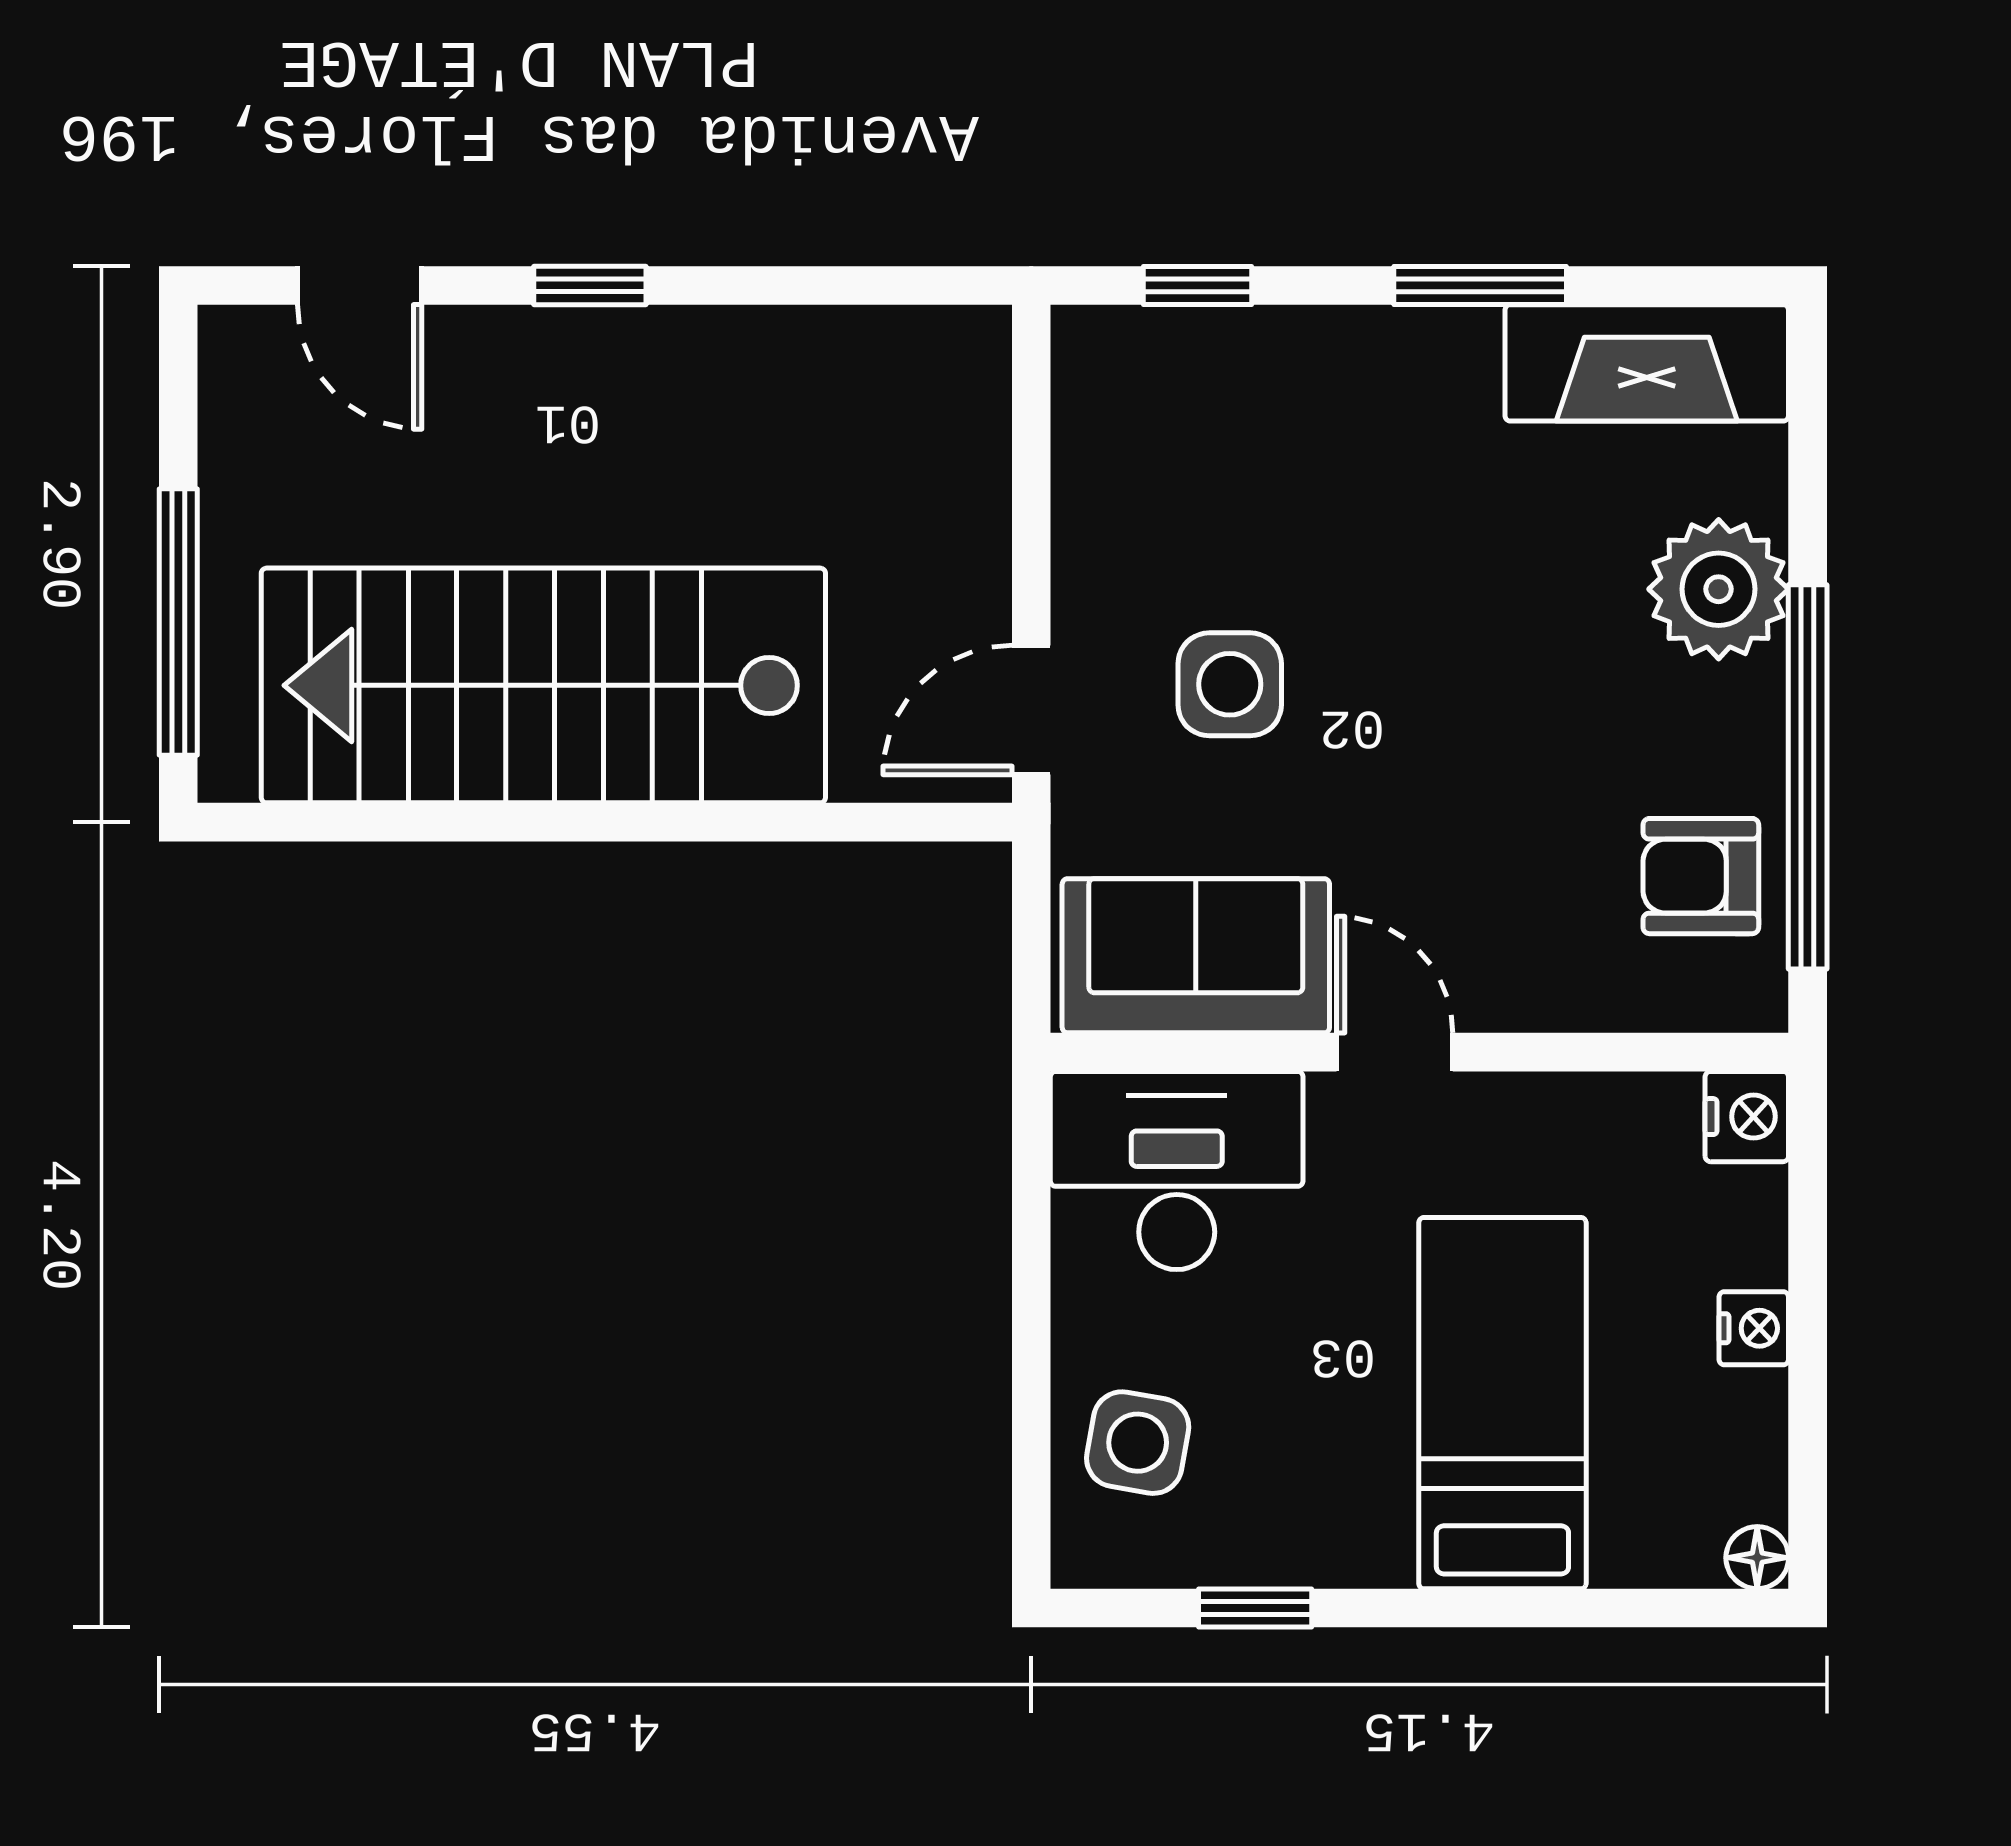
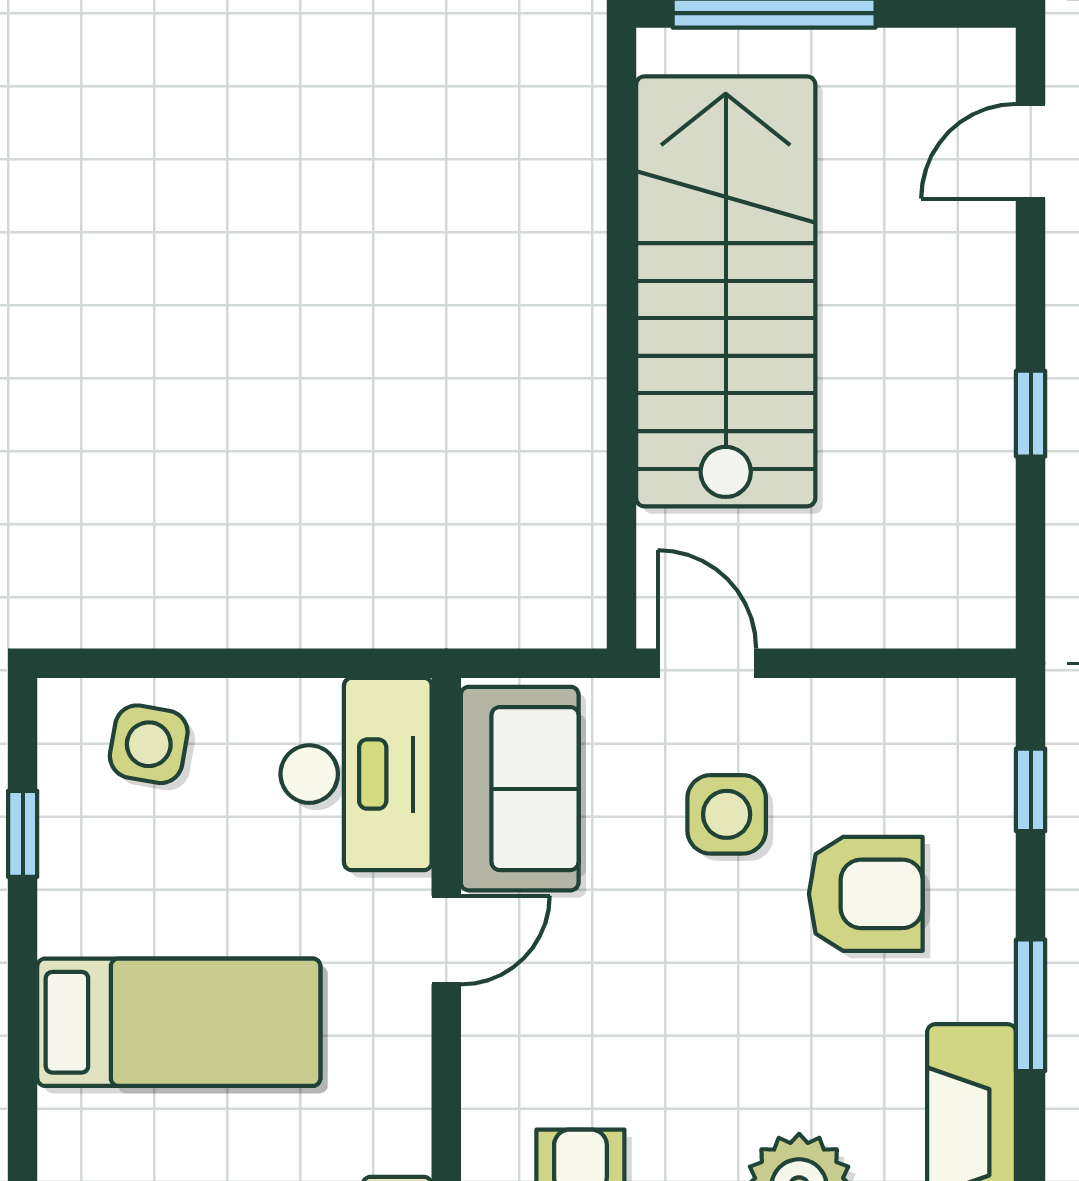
window: (590, 285) -> (1031, 414), moved
armchair: (1334, 502) -> (866, 894), added

